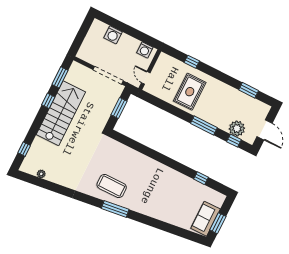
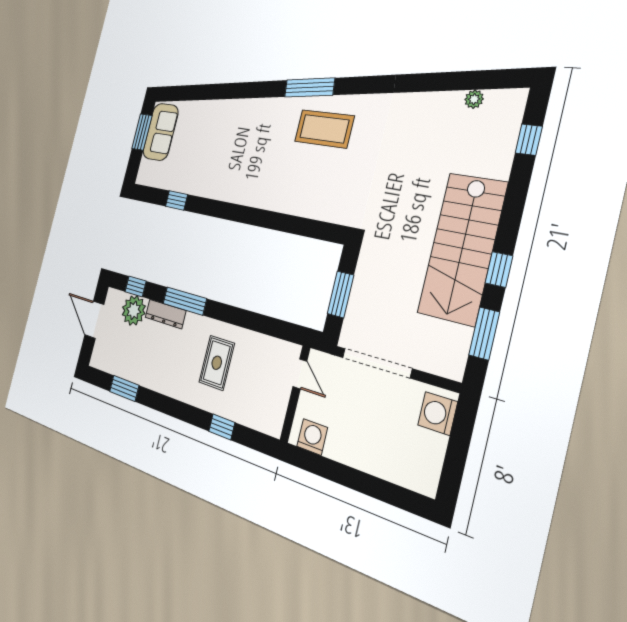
washing machine: (113, 35) -> (438, 413), moved, turned -90
rug: (190, 92) -> (217, 363), width x0.73, depth x0.70
dresser: (217, 122) -> (165, 314), added

